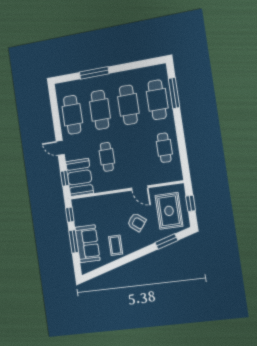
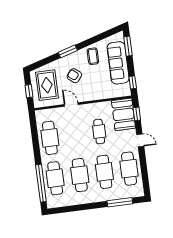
window: (94, 73) -> (120, 202), moved
window: (174, 93) -> (41, 183), width x1.46
cafe table: (164, 148) -> (50, 138), width x1.37, depth x1.35
window: (74, 241) -> (128, 46), moved
window: (166, 242) -> (68, 51), moved
sofa: (88, 244) -> (118, 63), width x1.36

